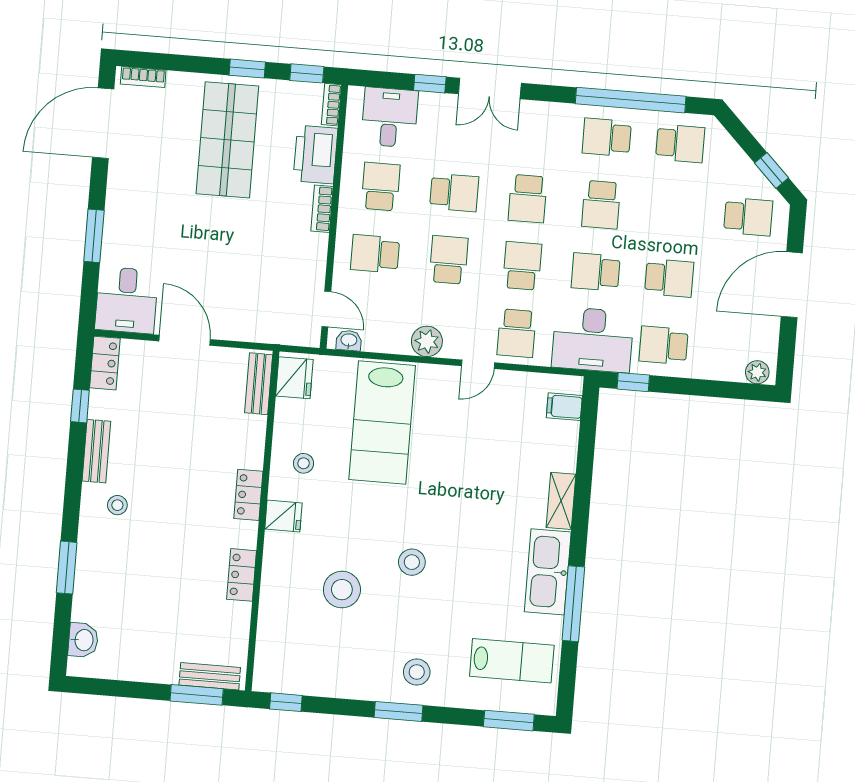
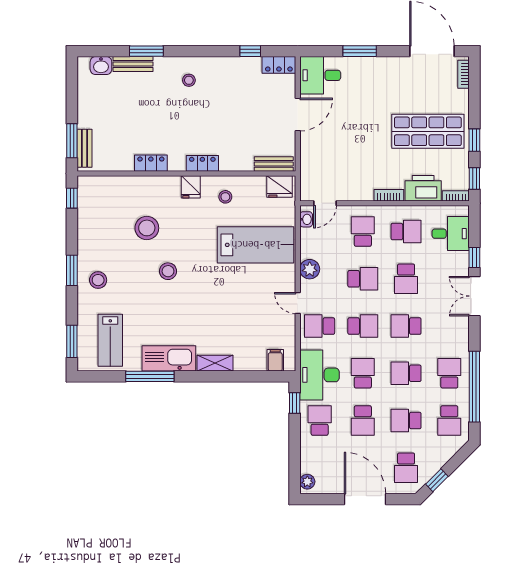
school desk: (675, 211) -> (406, 420), added
lab bench: (382, 423) -> (256, 245), turned 180
bench: (96, 451) -> (133, 64), moved

